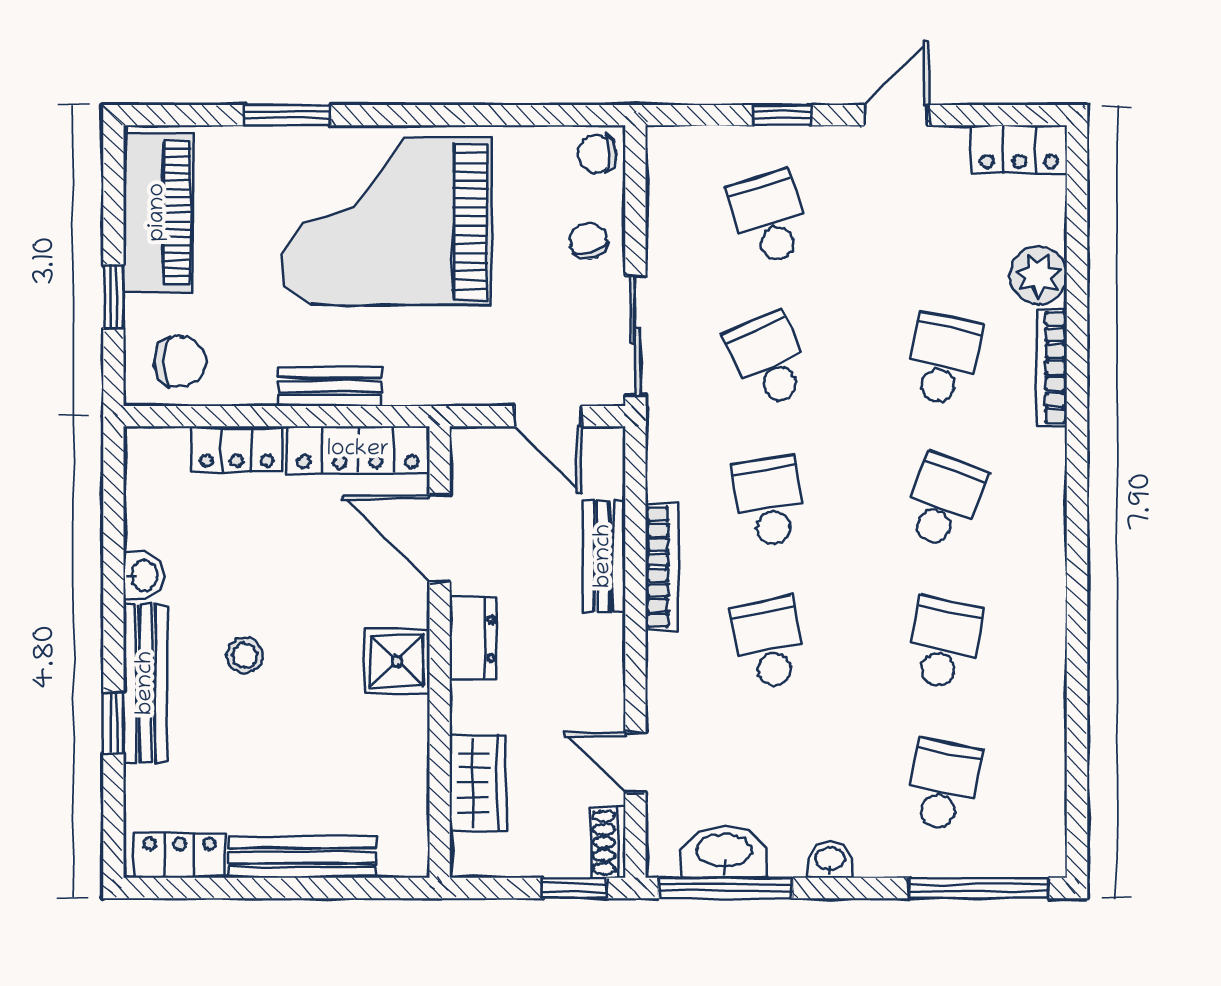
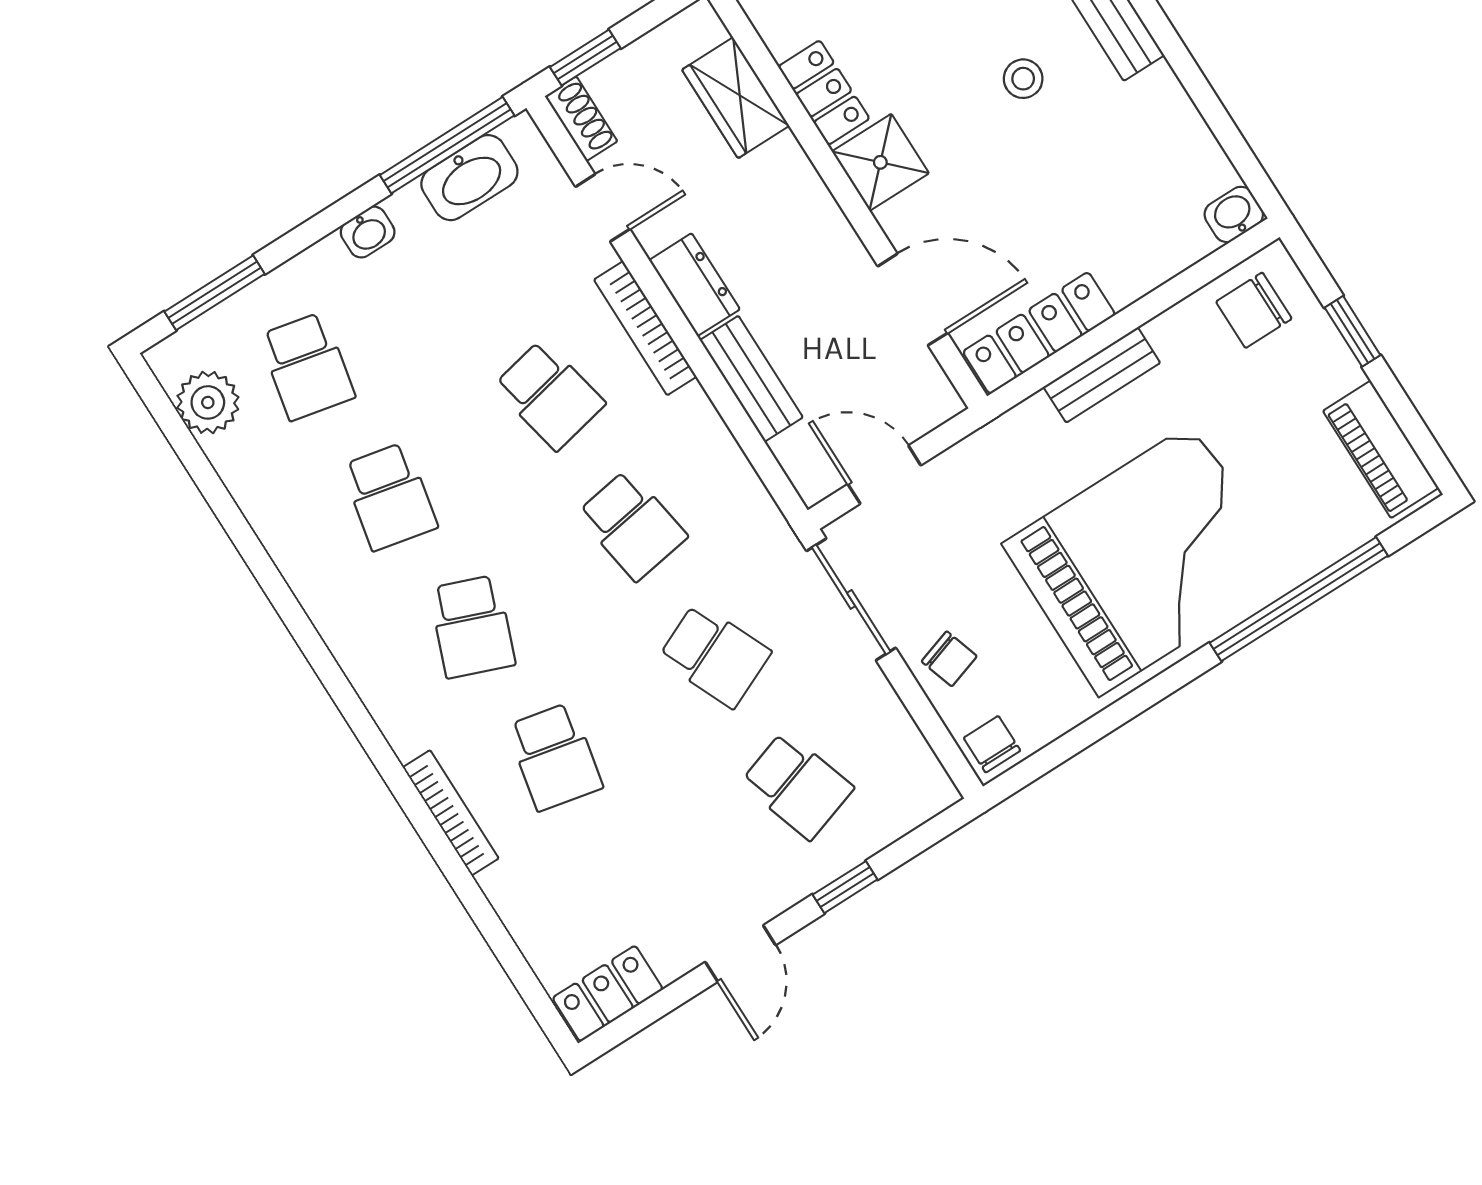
window: (287, 115) -> (1299, 599), width x2.11
chair: (597, 154) -> (992, 744), turned -90
piano: (158, 212) -> (1381, 449), width x0.73, depth x0.75
plant: (1038, 275) -> (208, 402), moved
locker: (237, 449) -> (824, 93), moved, turned 90
bookcase: (662, 568) -> (645, 328), moved
washbasin: (143, 575) -> (1234, 214), moved, turned 90
dresser: (473, 639) -> (694, 285), moved, turned 180
window: (979, 888) -> (215, 293), width x0.69

